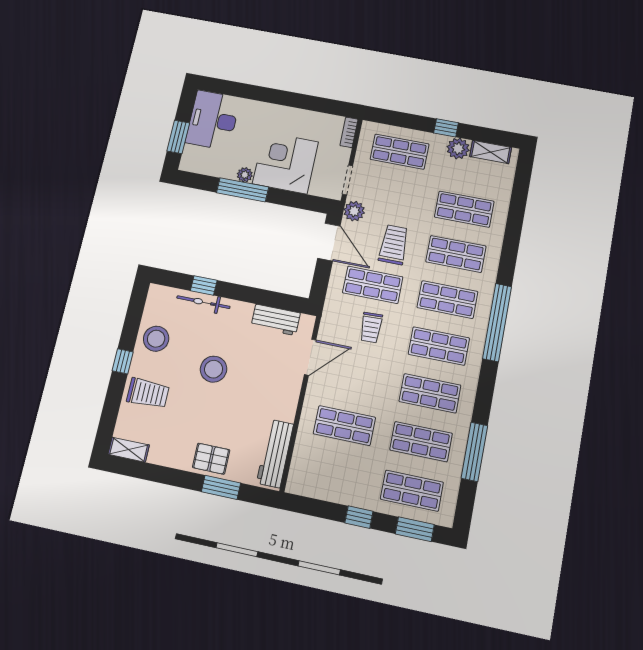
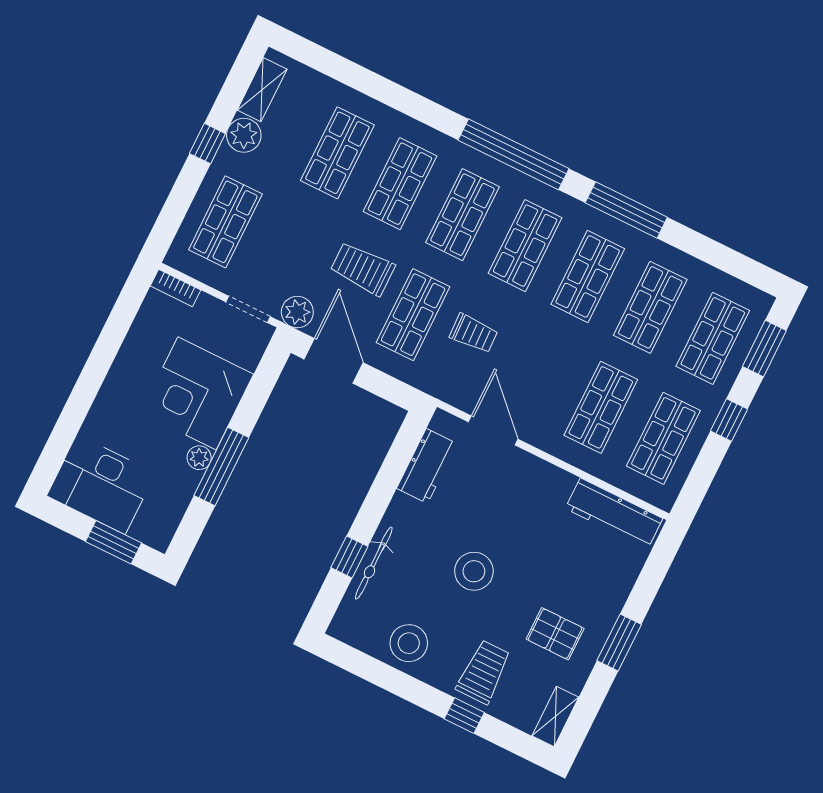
door: (329, 242) -> (334, 361), hinge flipped
window: (123, 361) -> (464, 716), moved
window: (474, 452) -> (626, 210), moved
pallet: (211, 459) -> (555, 634), moved, turned 90
shop shelf: (335, 474) -> (663, 438), added
window: (221, 487) -> (619, 643), moved

